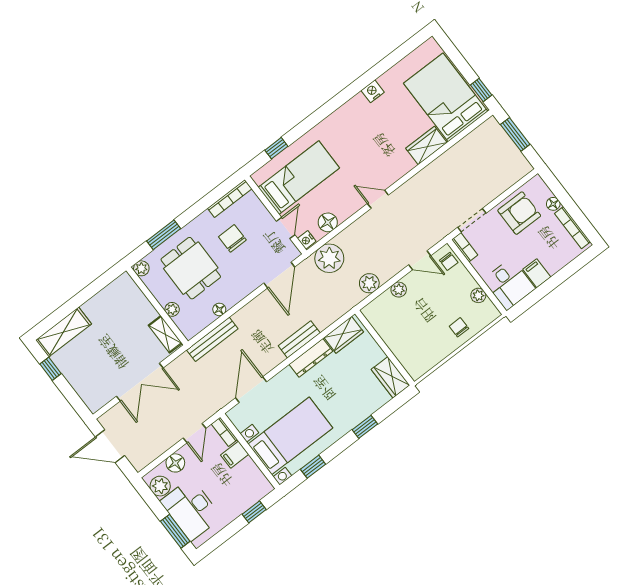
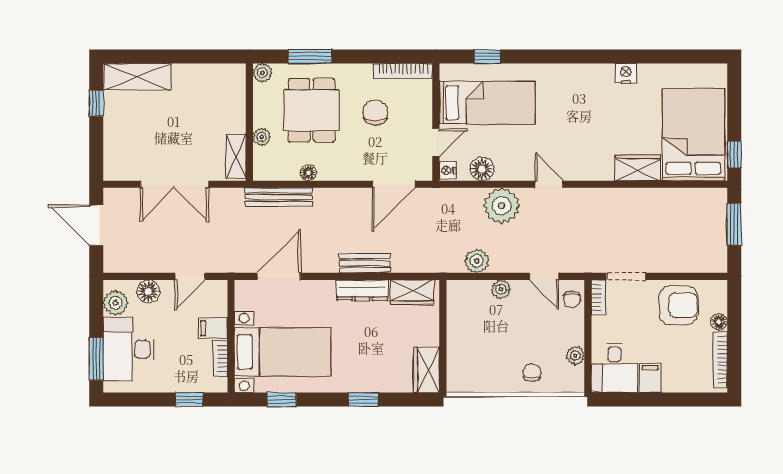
plant: (329, 258) -> (502, 206), moved
bookcase: (224, 432) -> (220, 359), moved

